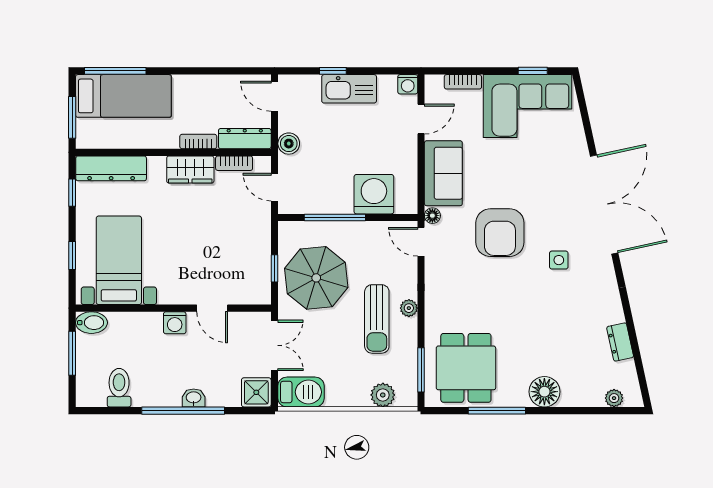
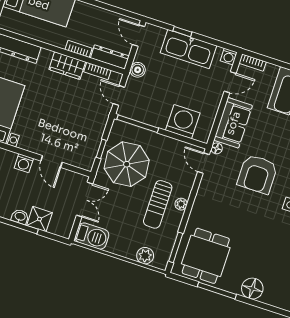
bookcase: (463, 82) -> (253, 63), moved
kitchen sink: (349, 89) -> (188, 49), width x1.36, depth x1.24
window: (335, 217) -> (138, 124), moved
shower: (256, 392) -> (39, 219), moved

